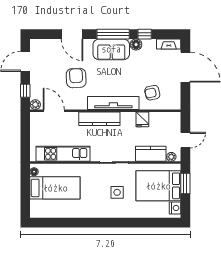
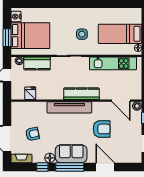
armchair: (76, 78) -> (102, 129), turned -87
armchair: (152, 93) -> (32, 134), moved
fridge: (142, 119) -> (30, 93), moved
side table: (117, 192) -> (82, 34), moved

